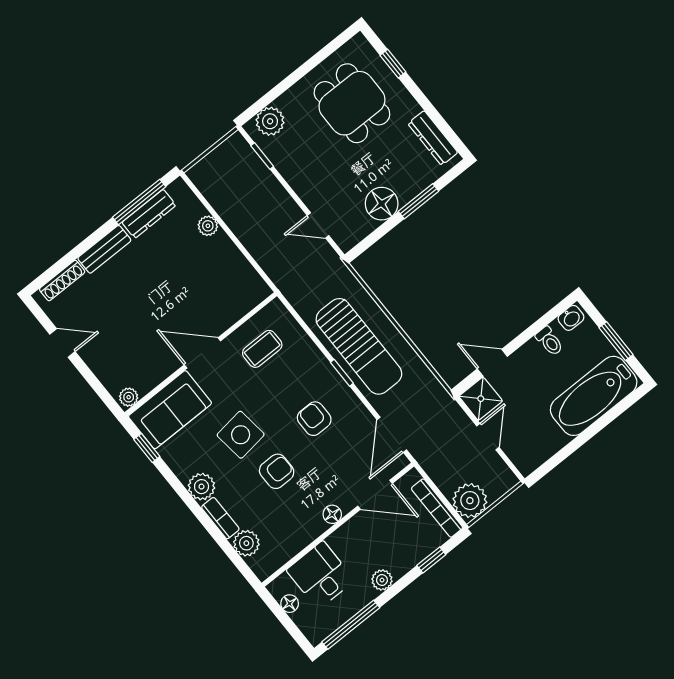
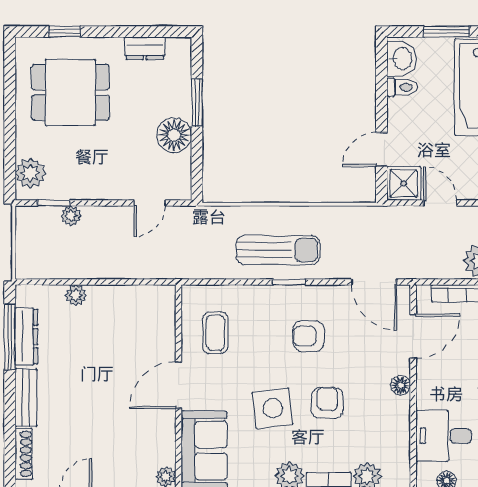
dresser: (433, 138) -> (145, 48), width x0.70
plant: (263, 176) -> (71, 216), added
washbasin: (571, 318) -> (401, 58), width x1.38, depth x1.45
sun lounger: (359, 346) -> (278, 250), width x0.73, depth x0.75

